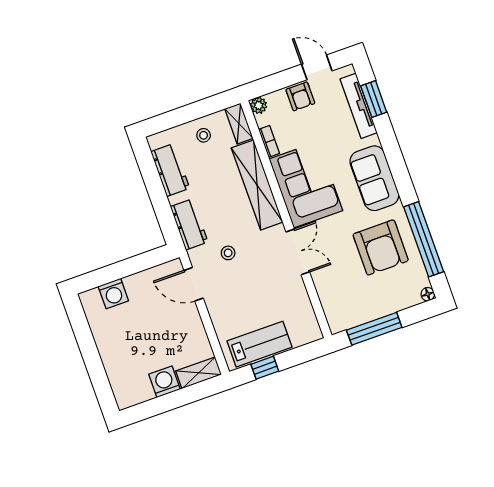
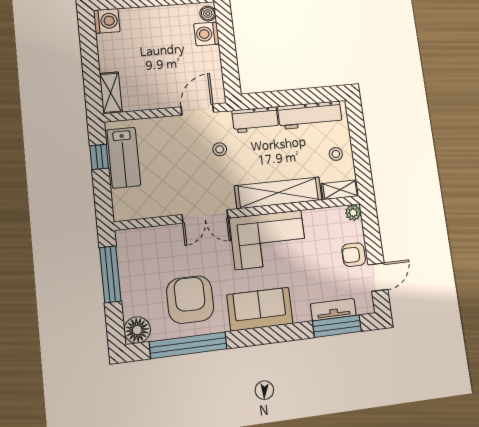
window: (374, 99) -> (337, 326), width x1.44
tv unit: (359, 106) -> (333, 310), width x0.71
bookcase: (269, 141) -> (317, 214), removed
workbench: (170, 170) -> (310, 115), width x1.38
armchair: (381, 247) -> (190, 300), turned 90
floor lamp: (428, 294) -> (137, 330), width x1.89, depth x1.89
boiler: (92, 297) -> (208, 14), added
washing machine: (164, 382) -> (107, 21), moved

